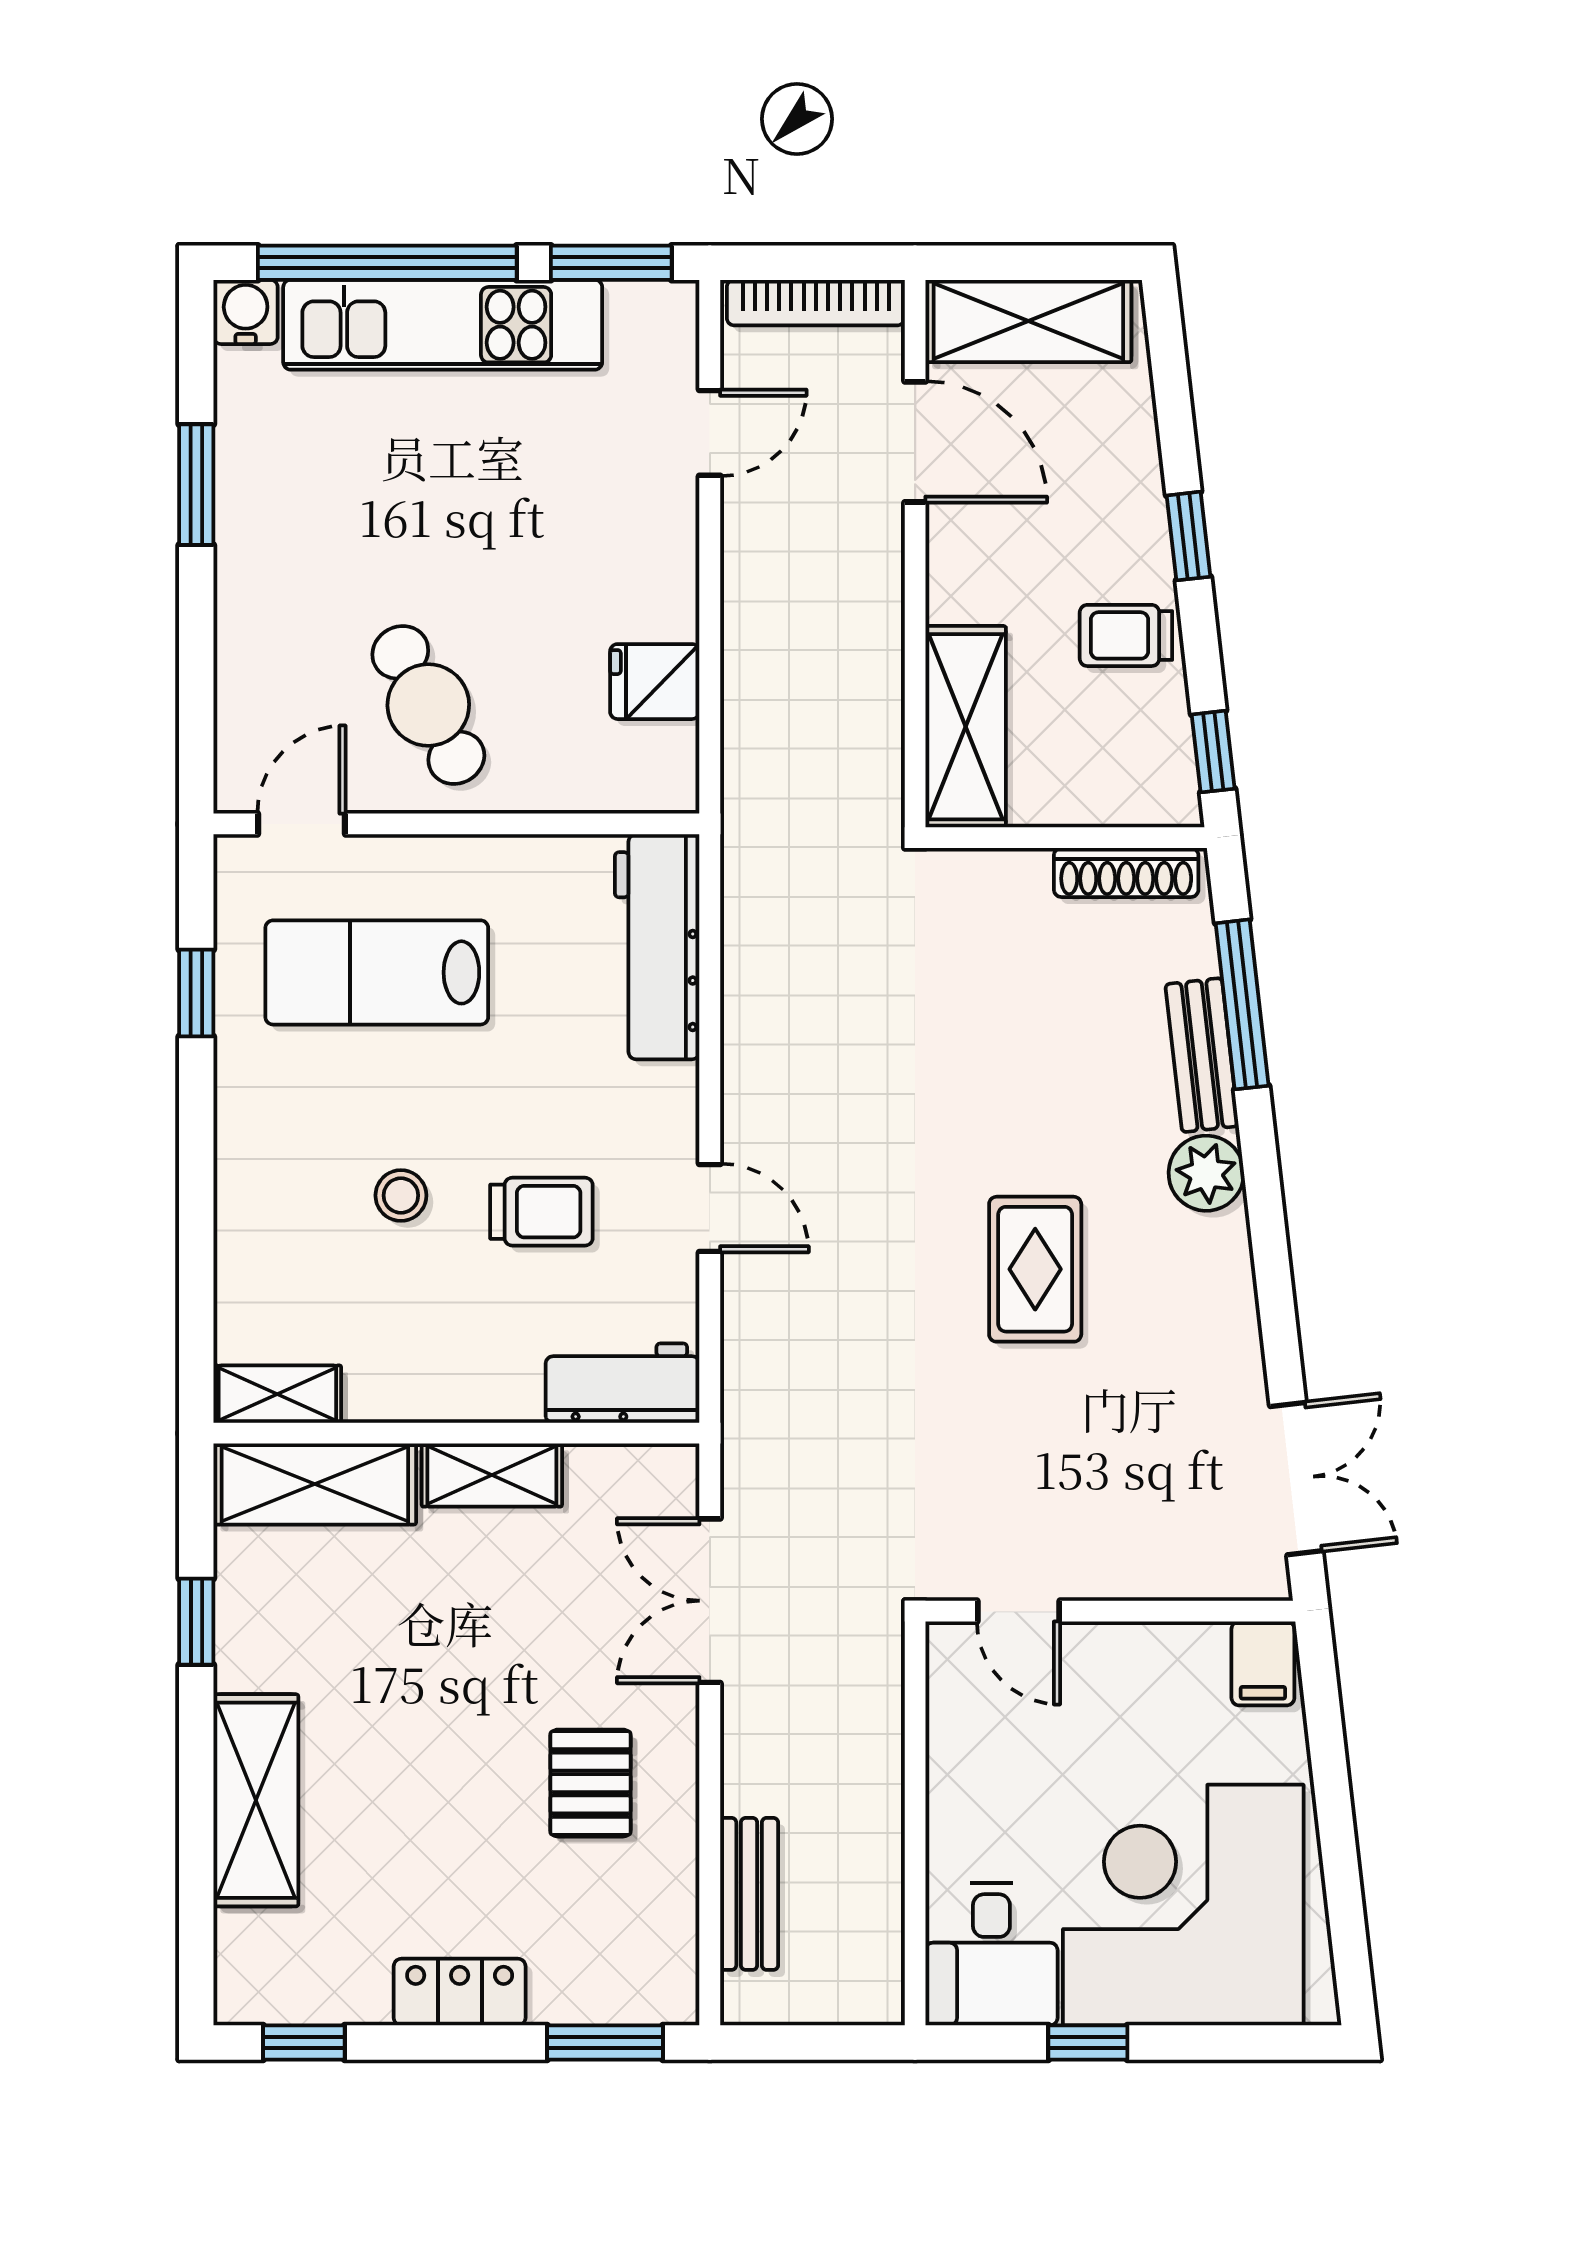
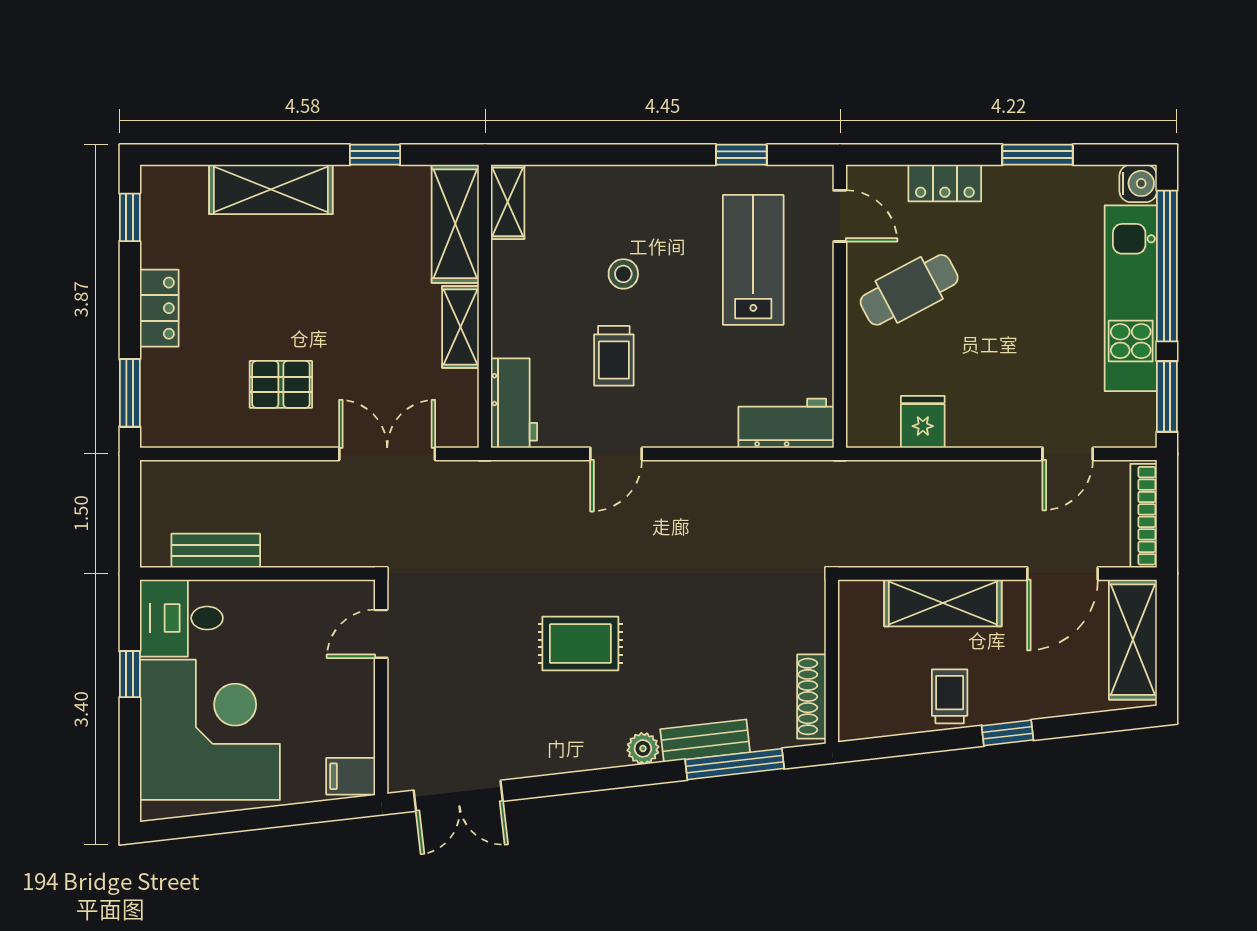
door: (710, 433) -> (1068, 454), hinge flipped
locker: (245, 644) -> (945, 183), added
shelving: (966, 727) -> (943, 603), moved
window: (1213, 752) -> (882, 747), removed
workbench: (657, 947) -> (786, 423), width x0.73
plant: (1206, 1173) -> (643, 748), width x0.73, depth x0.73
bench: (749, 1894) -> (216, 551), moved

